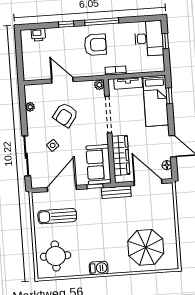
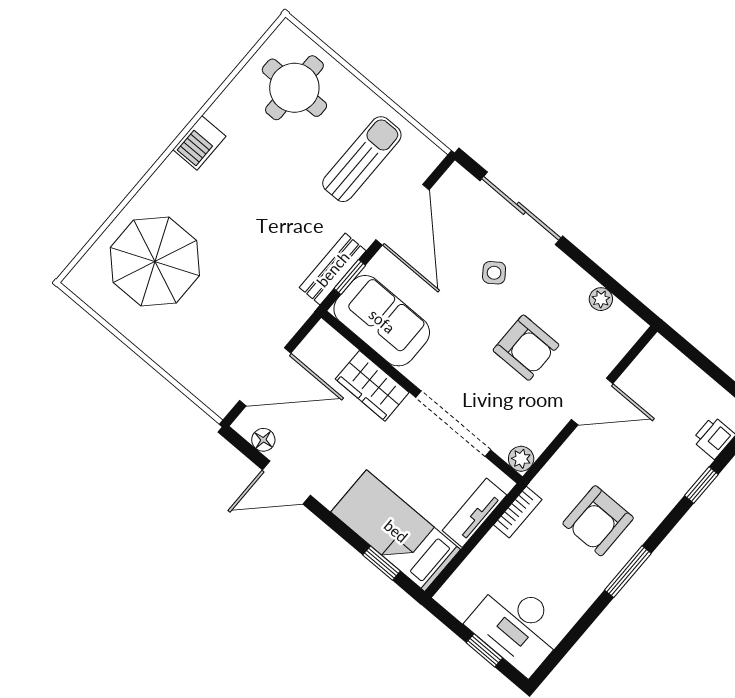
window: (102, 22) -> (628, 572), width x0.69
window: (66, 24) -> (701, 485), moved
armchair: (65, 115) -> (526, 348), turned 143
wardrobe: (121, 155) -> (372, 386), width x0.67
bench: (116, 192) -> (333, 269), moved

